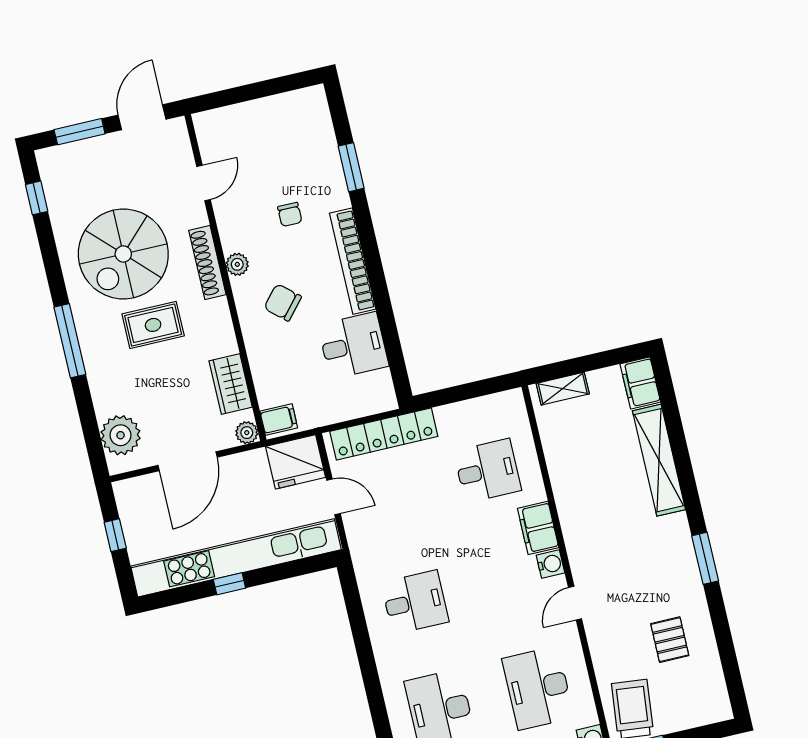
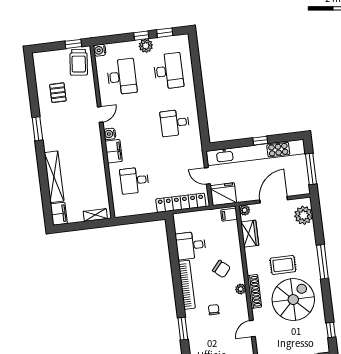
window: (115, 535) -> (311, 169), width x2.17

